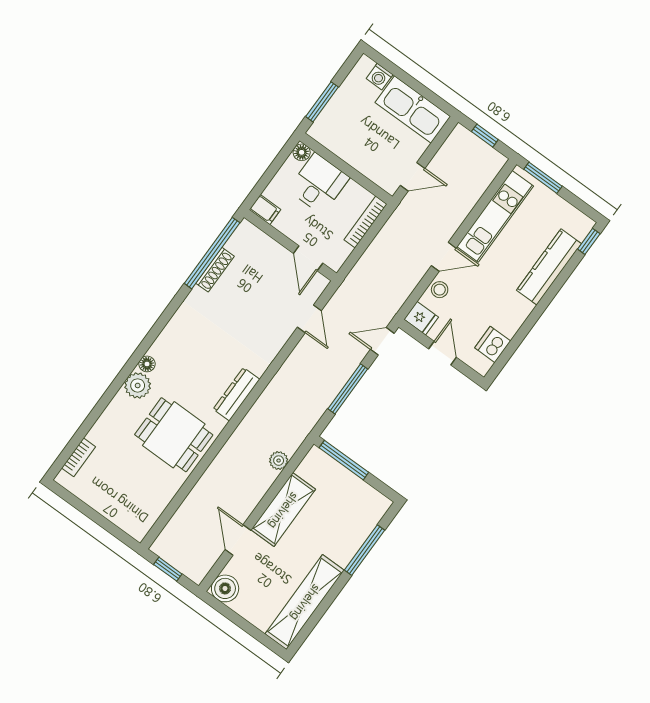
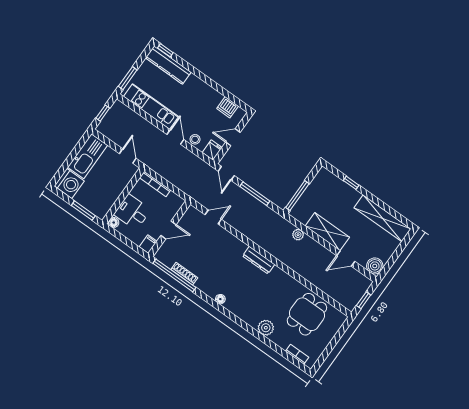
washing machine: (380, 77) -> (69, 183), width x1.89, depth x1.89
door: (308, 258) -> (168, 230), moved
kitchen counter: (549, 267) -> (168, 65), moved
floor lamp: (147, 364) -> (220, 299), moved
plant: (138, 385) -> (266, 328), moved
dining table: (174, 435) -> (307, 314), moved
window: (364, 550) -> (351, 183), width x0.46

